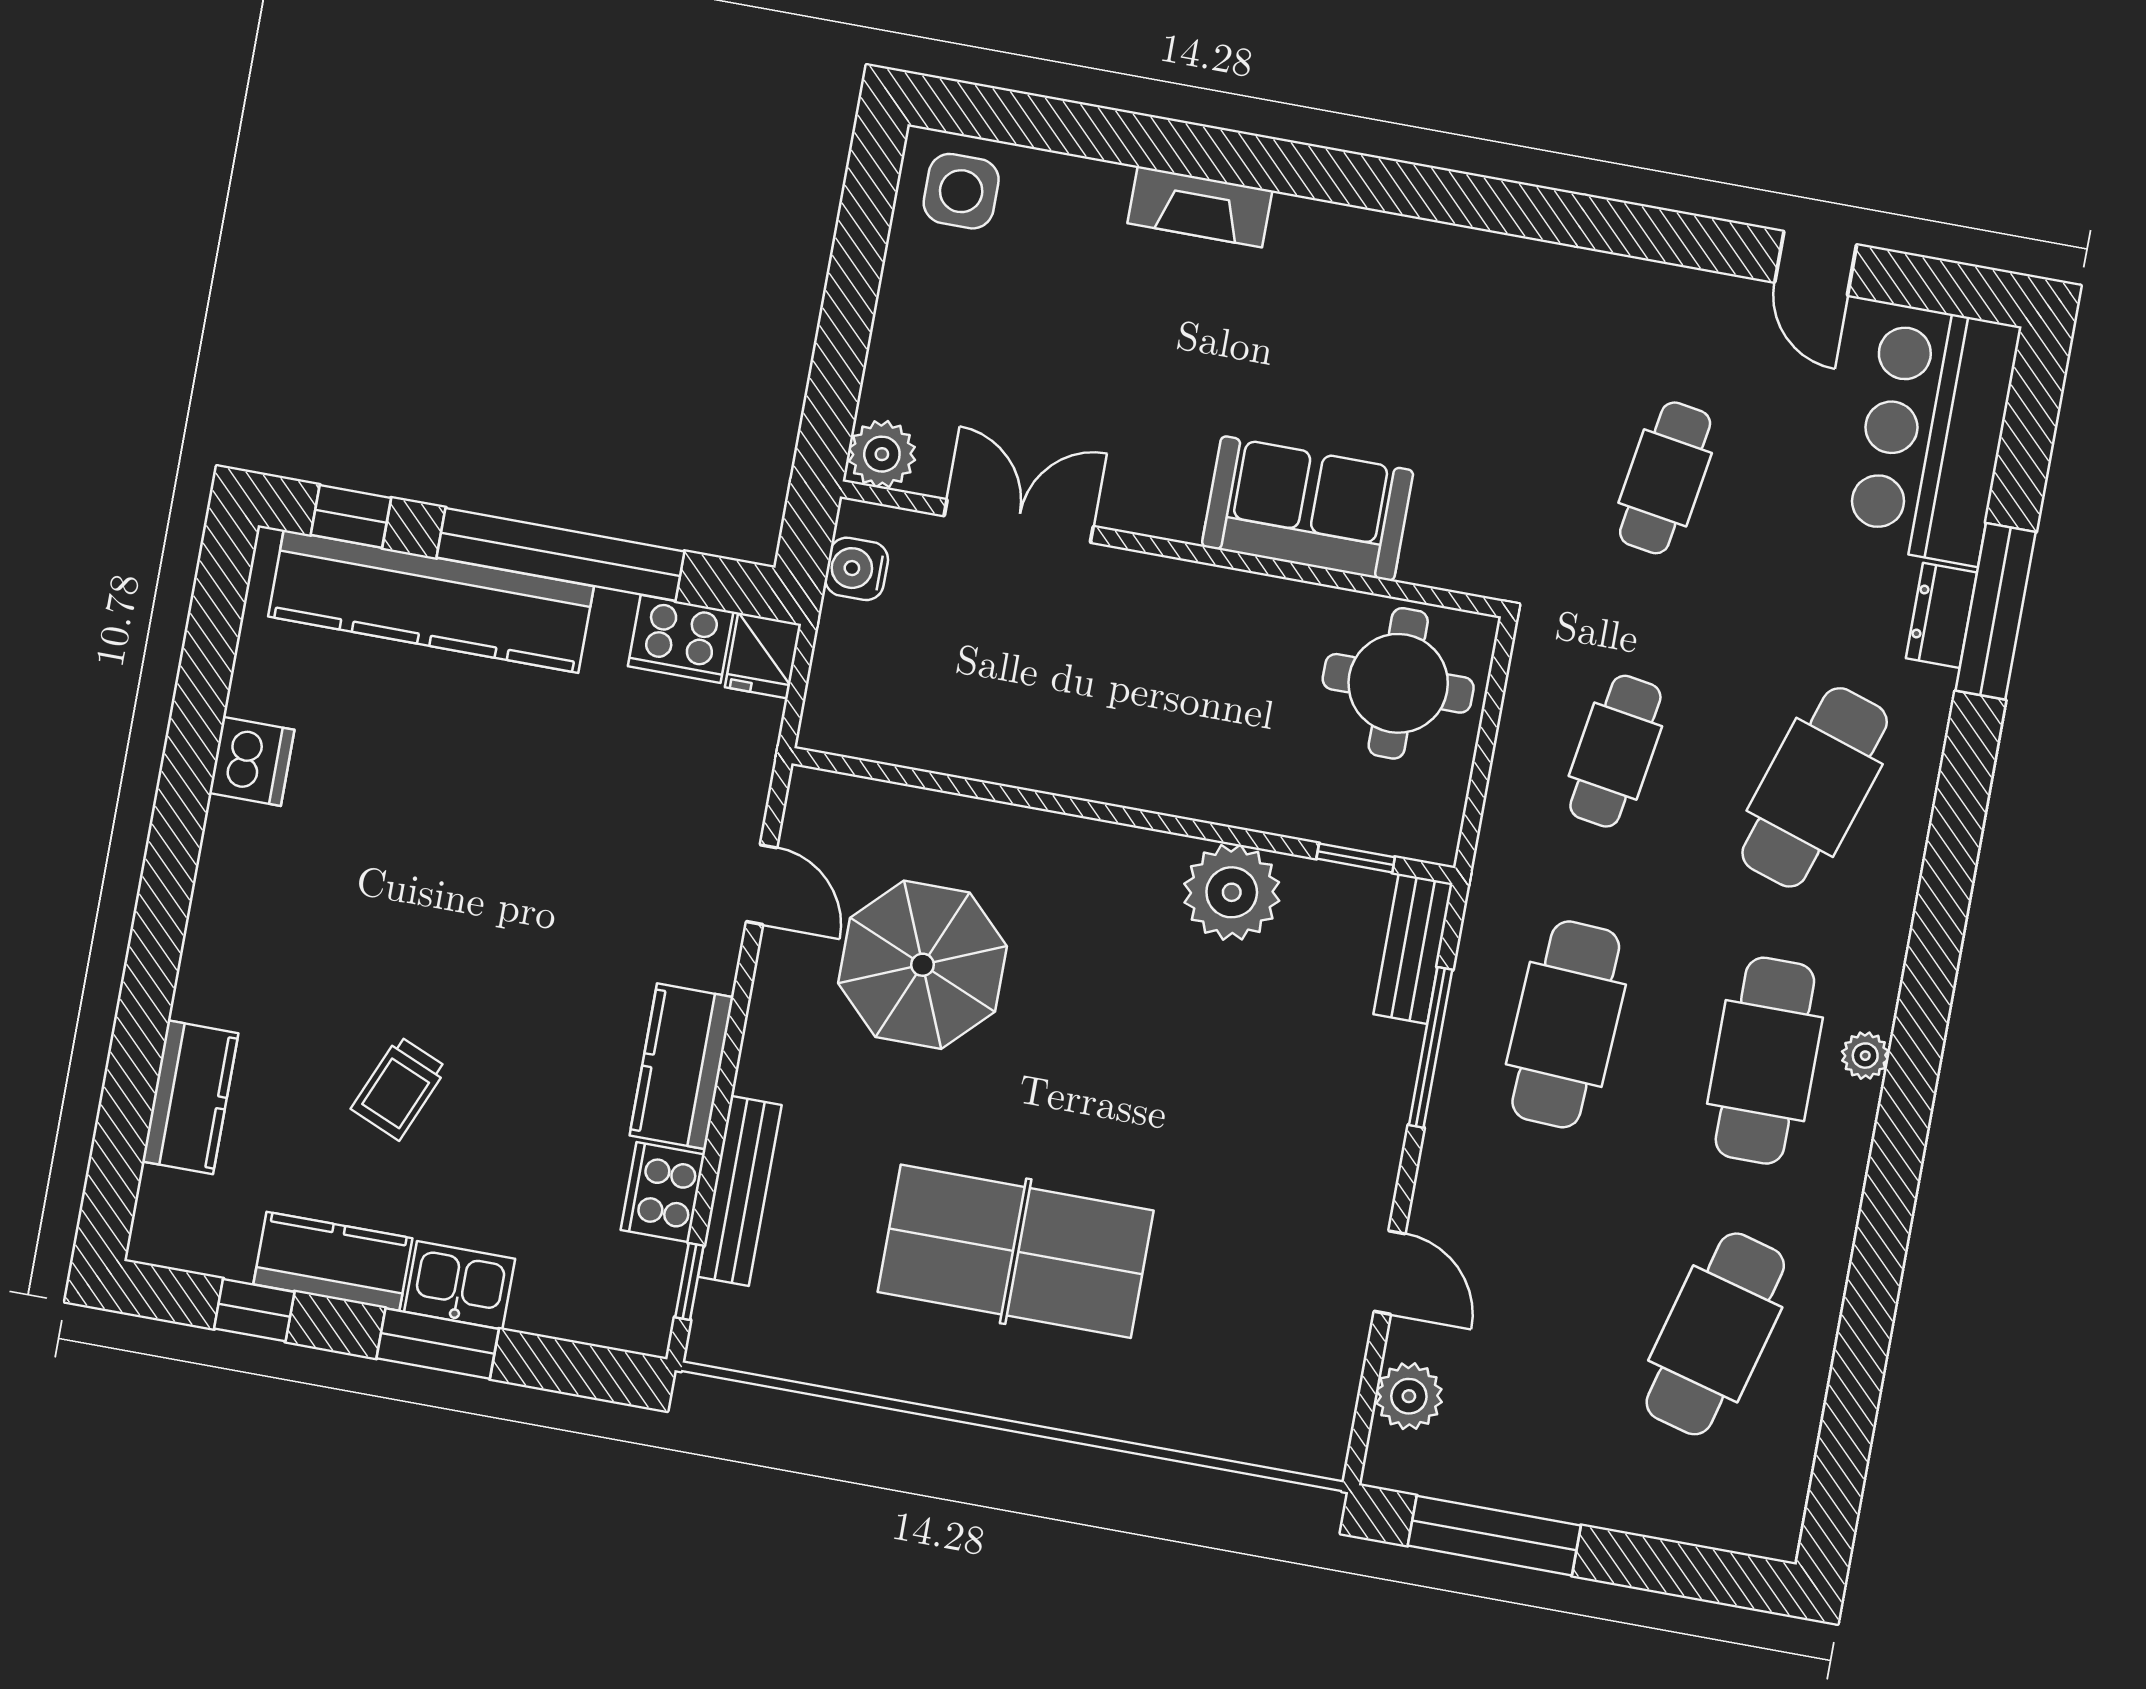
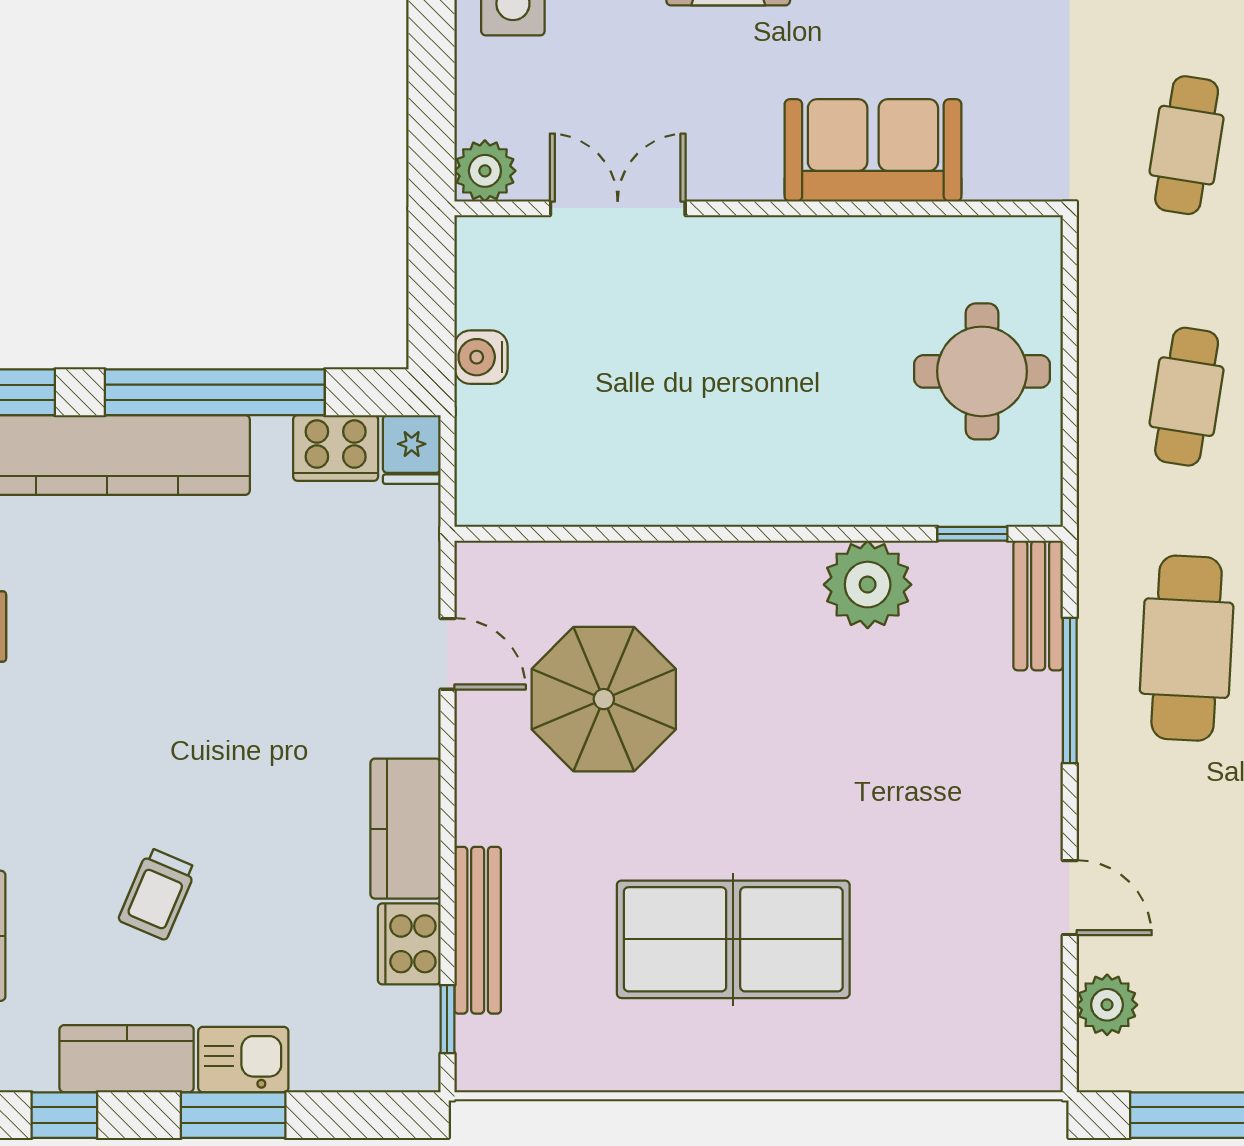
plant: (882, 454) -> (485, 171), moved
sofa: (1308, 508) -> (873, 150), moved
double door: (1019, 521) -> (618, 208), moved
wall: (1172, 549) -> (759, 208), moved

